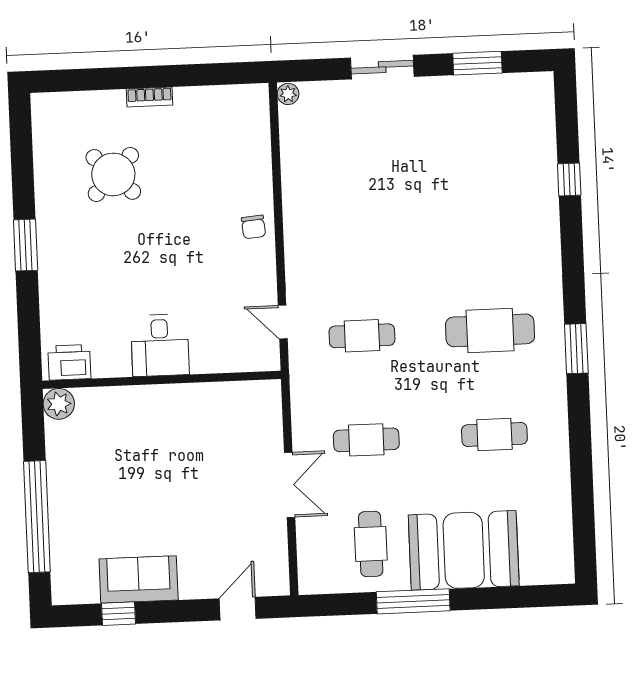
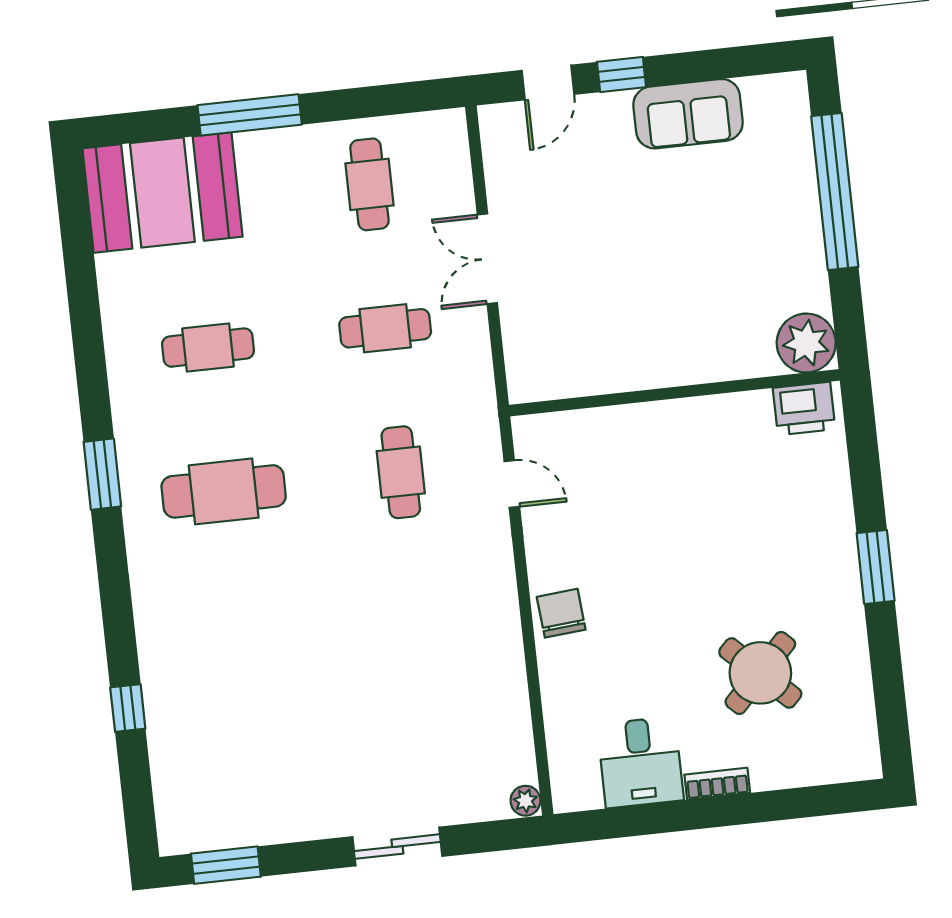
window: (477, 63) -> (226, 865), moved
chair: (253, 227) -> (561, 613), width x1.37, depth x1.37
cafe table: (362, 336) -> (401, 472), turned 90
desk: (160, 345) -> (640, 762), moved, turned 180
plant: (59, 404) -> (806, 343), width x1.36, depth x1.36
booth: (464, 550) -> (162, 192), moved
window: (413, 601) -> (250, 115), moved
window: (119, 614) -> (622, 74), moved

